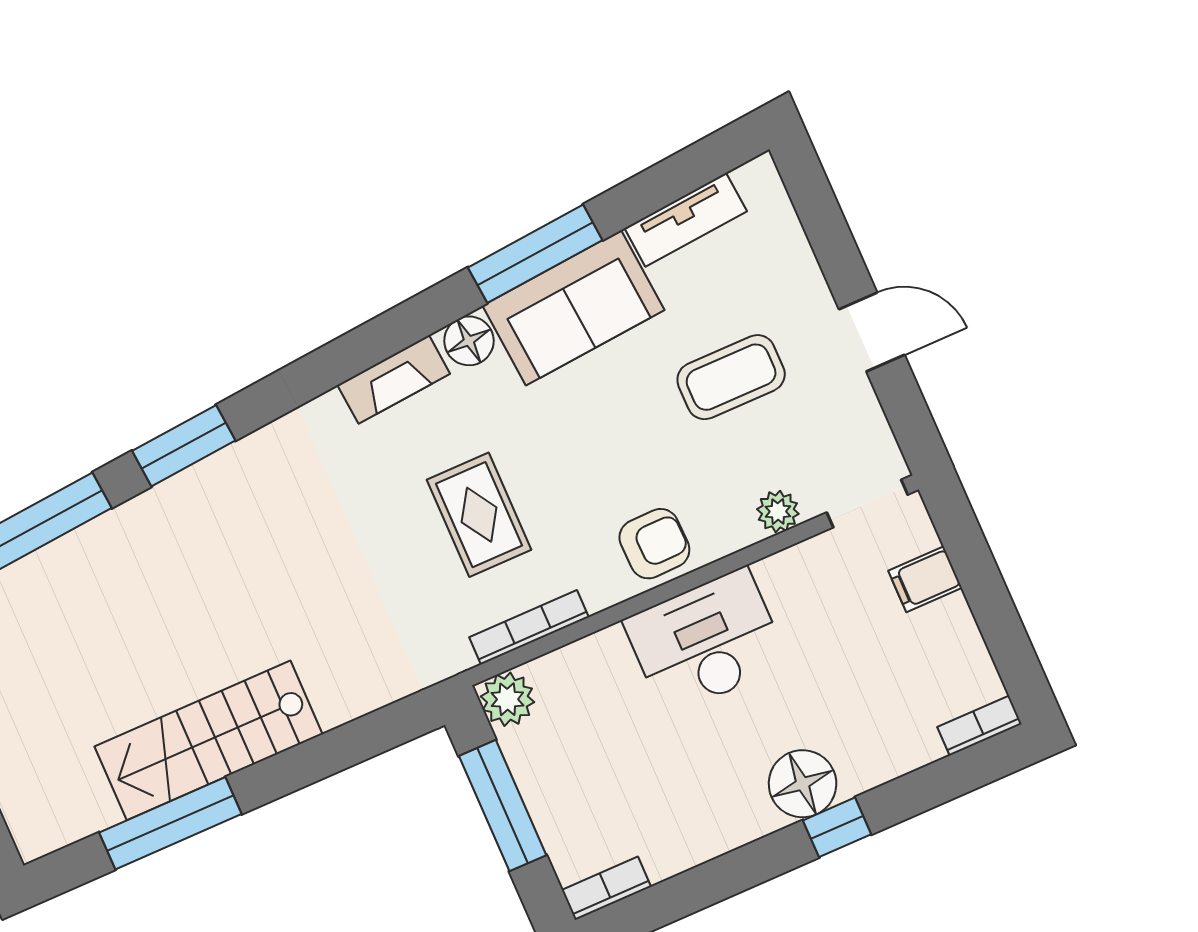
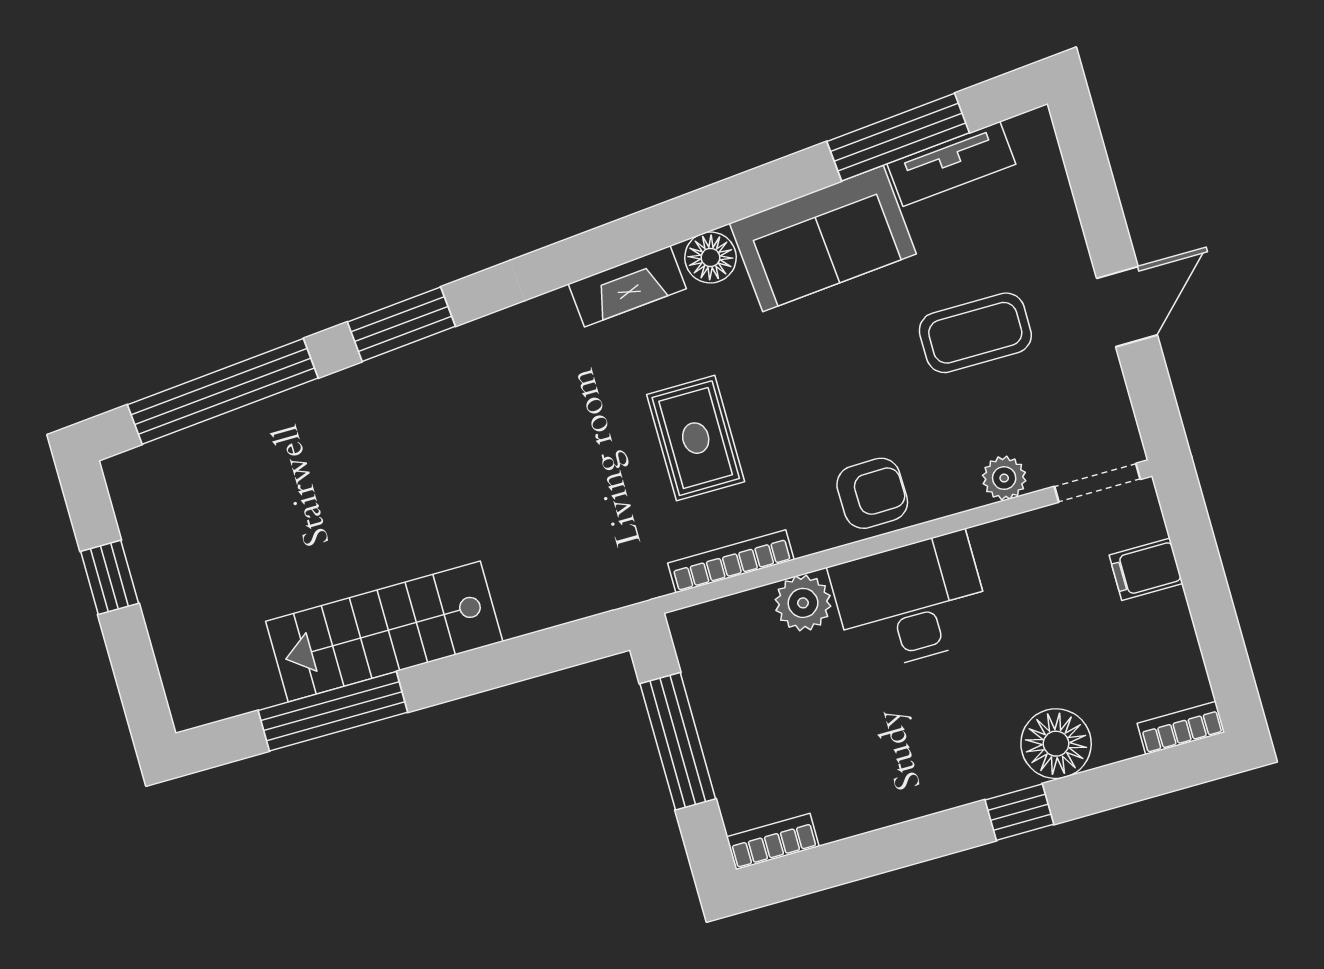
window: (535, 254) -> (898, 137), moved
door: (872, 332) -> (1127, 307), hinge flipped
plant: (507, 699) -> (803, 603), moved
floor lamp: (803, 784) -> (1056, 744), moved

